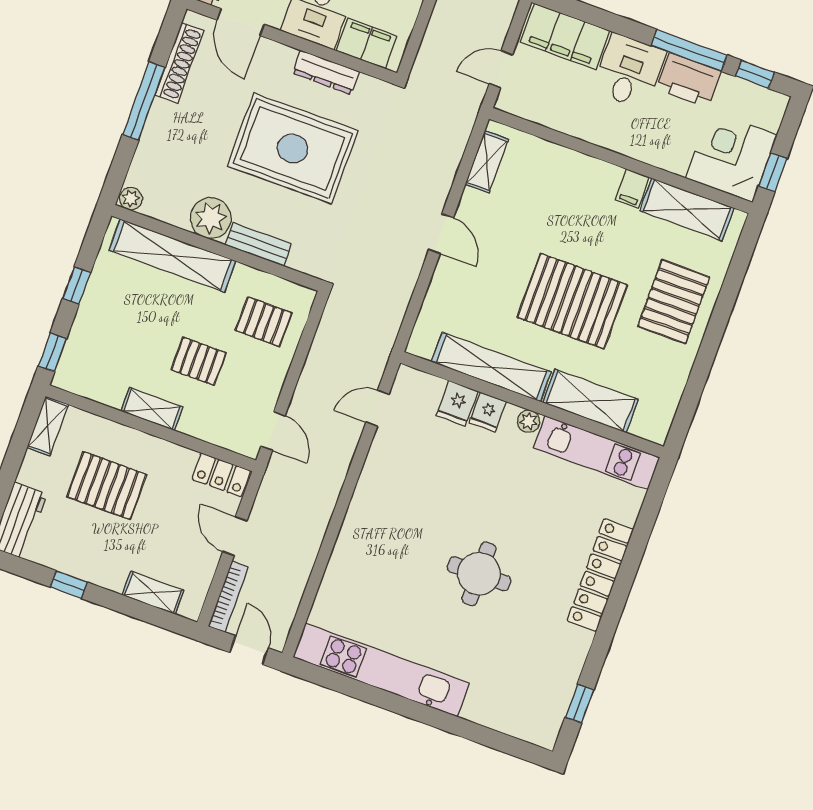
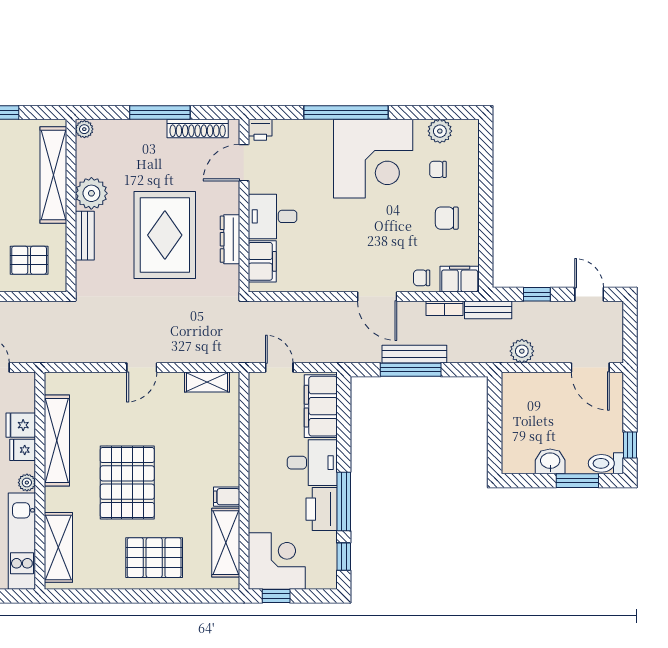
pallet: (264, 322) -> (29, 260), turned 90
shelving: (590, 401) -> (58, 547), moved

